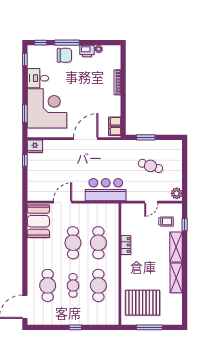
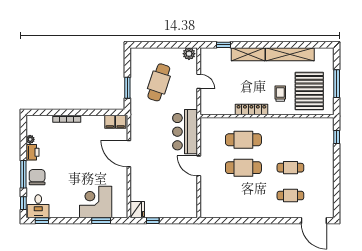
desk: (38, 78) -> (38, 206), moved
corner desk: (47, 108) -> (96, 202), width x0.74, depth x0.74
cafe table: (150, 166) -> (159, 82), width x1.37, depth x1.35
door: (62, 202) -> (199, 166), moved
booth: (38, 221) -> (220, 206), removed
trolley: (166, 221) -> (280, 94), moved
locker: (126, 245) -> (251, 109), width x1.53
shelving: (176, 278) -> (290, 54), width x1.47
cafe table: (48, 285) -> (290, 196), width x0.73, depth x0.74
cafe table: (98, 285) -> (290, 140), removed
window: (75, 327) -> (337, 137), moved

